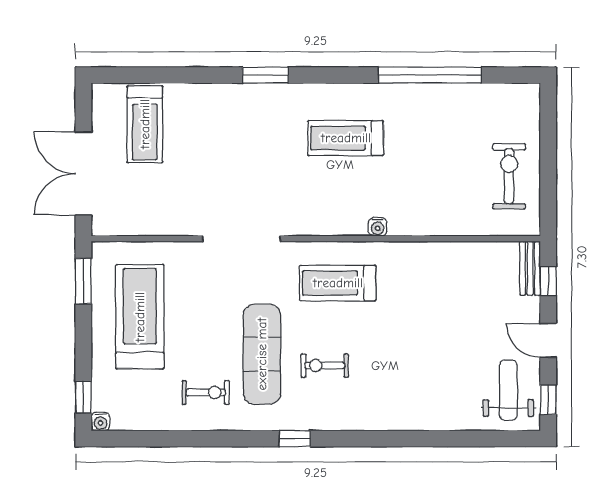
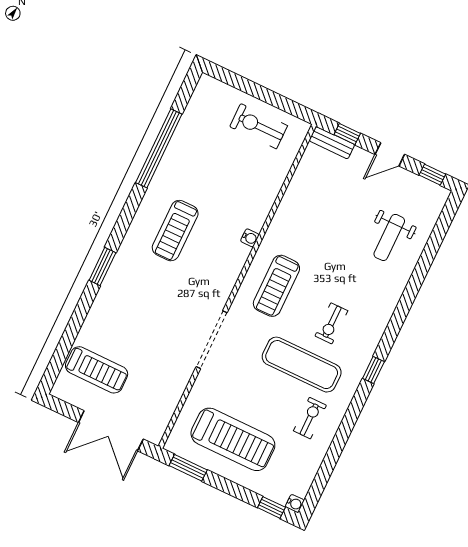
treadmill: (140, 317) -> (233, 439), turned 180
weight bench: (508, 390) -> (389, 237), moved, turned -90

